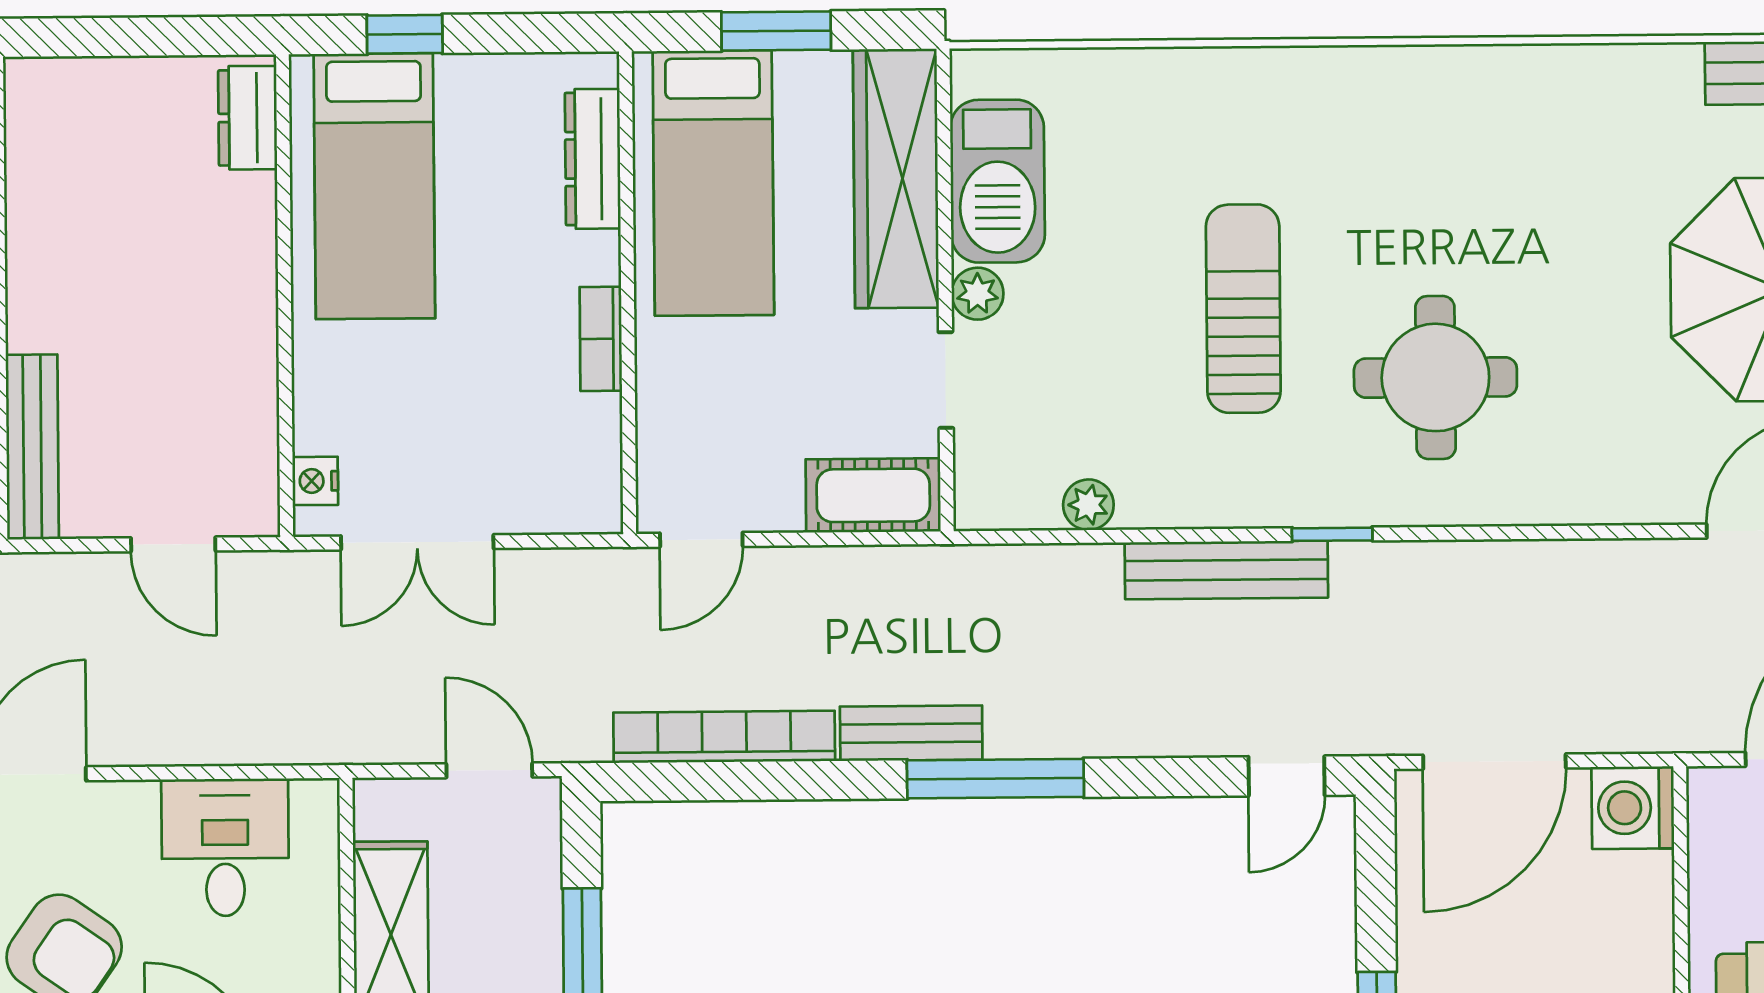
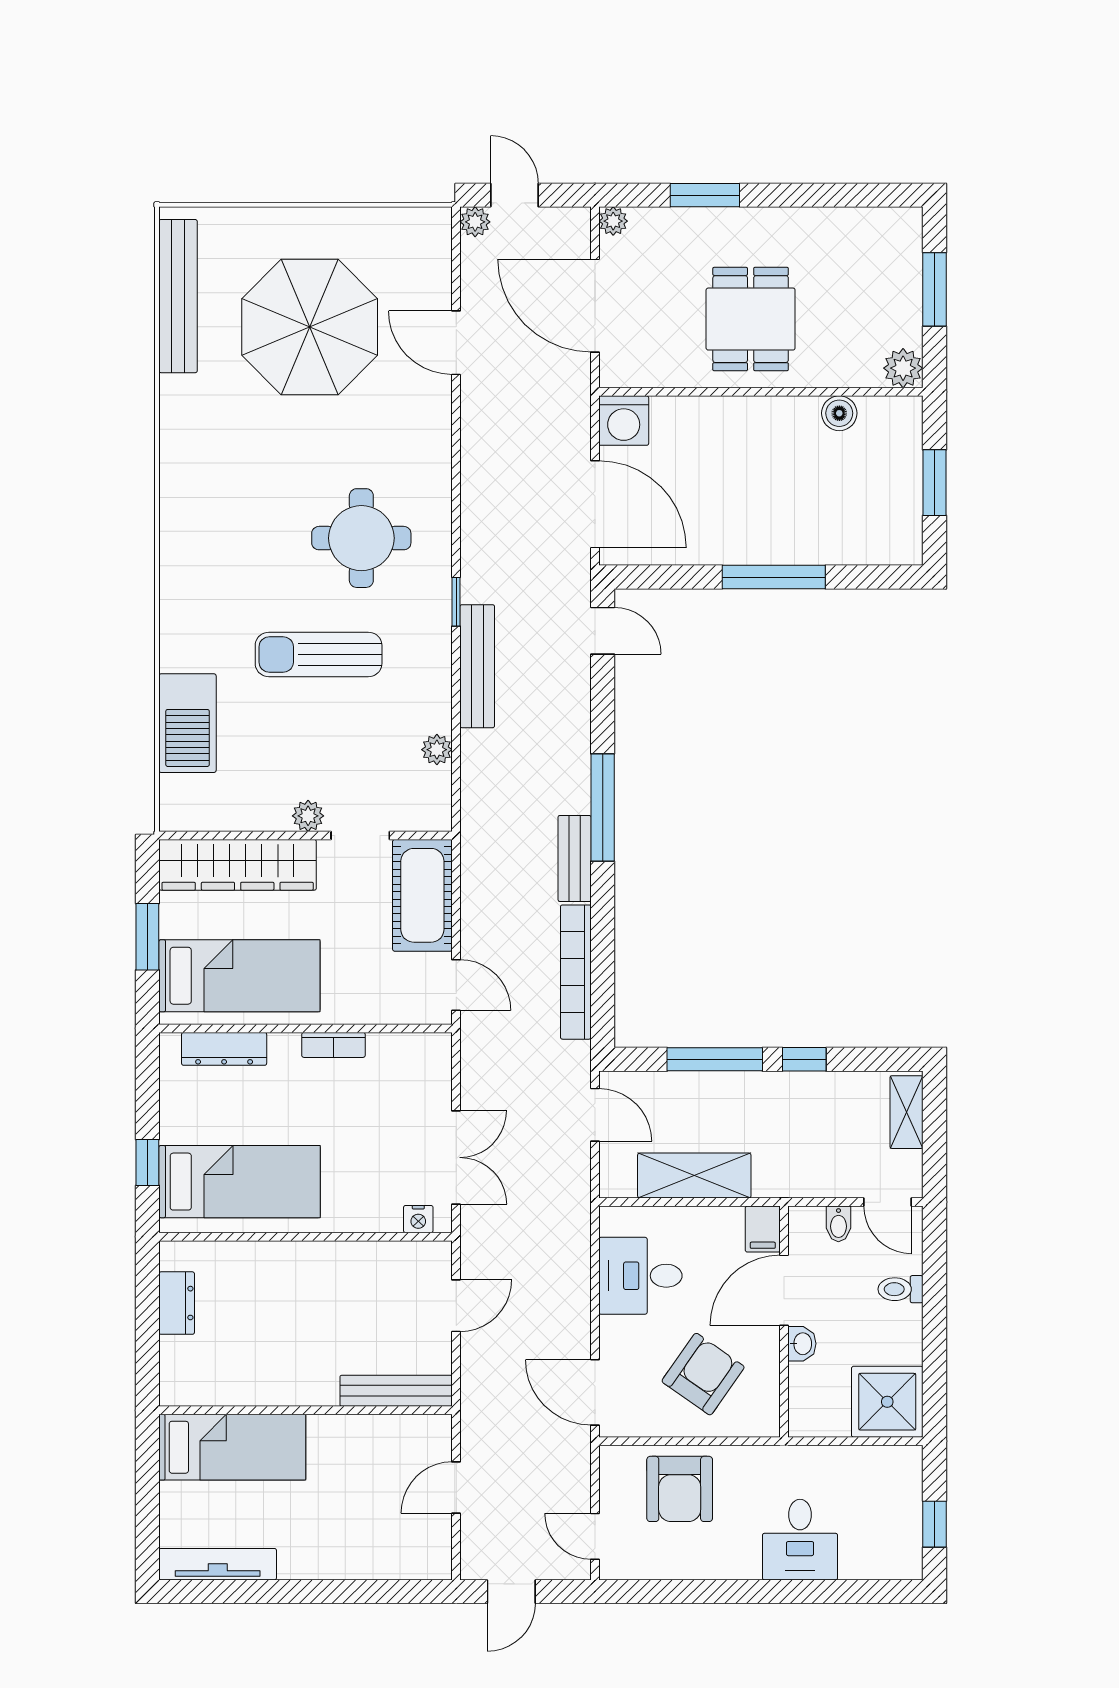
dresser: (248, 118) -> (177, 1303), moved, turned -90
barbecue: (997, 181) -> (188, 723), moved, turned 90
cot: (873, 495) -> (422, 895), width x1.37, depth x1.34
door: (489, 770) -> (595, 1115), swing flipped

